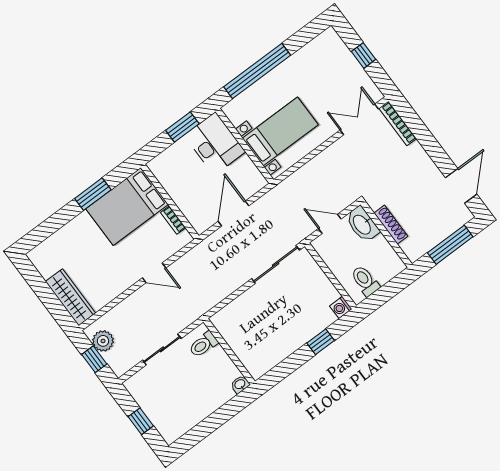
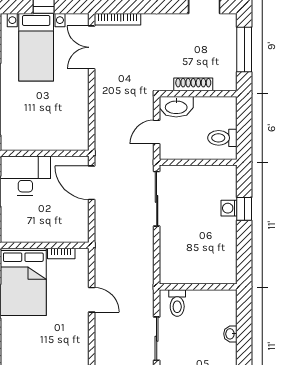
bed with nightstands: (280, 131) -> (36, 47), moved, turned 180
door: (233, 214) -> (92, 183), moved
door: (154, 273) -> (92, 300), hinge flipped
washing machine: (341, 307) -> (229, 208), moved, turned 90
washbasin: (240, 384) -> (230, 334), moved

